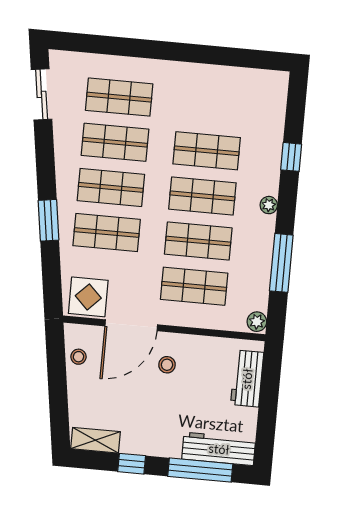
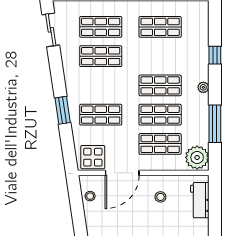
shop shelf: (207, 151) -> (160, 27), moved
shop shelf: (111, 187) -> (101, 85), removed
plant: (257, 322) -> (197, 157), width x1.87, depth x1.87
stool: (167, 365) -> (160, 197), moved

